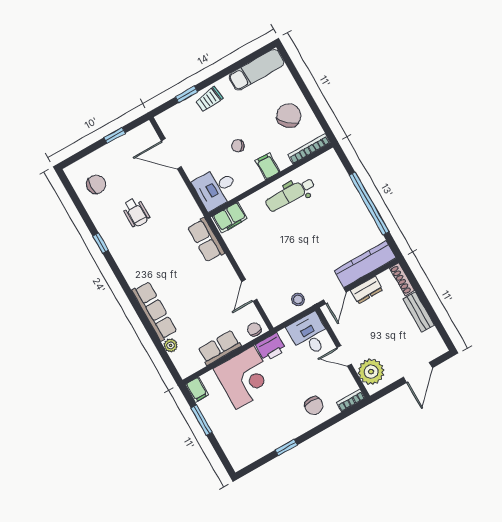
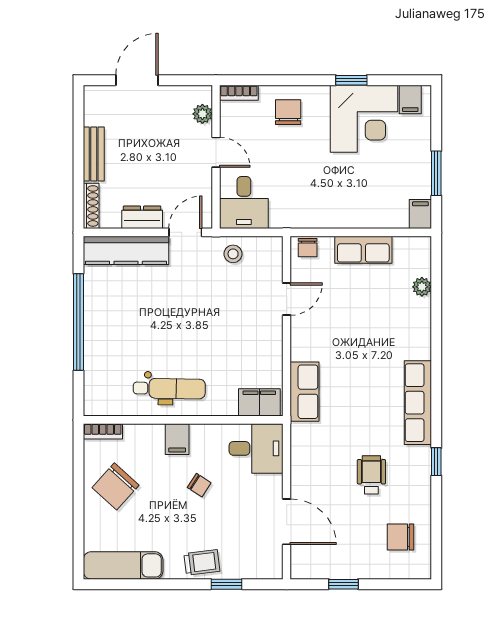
bookcase: (309, 149) -> (103, 431), width x0.64
row of seats: (154, 311) -> (418, 403), moved
printer: (271, 347) -> (300, 214), removed
plant: (371, 372) -> (202, 114), width x0.53, depth x0.53
corner desk: (245, 378) -> (364, 119), moved, turned 180
filing cabinet: (243, 456) -> (410, 99), added

